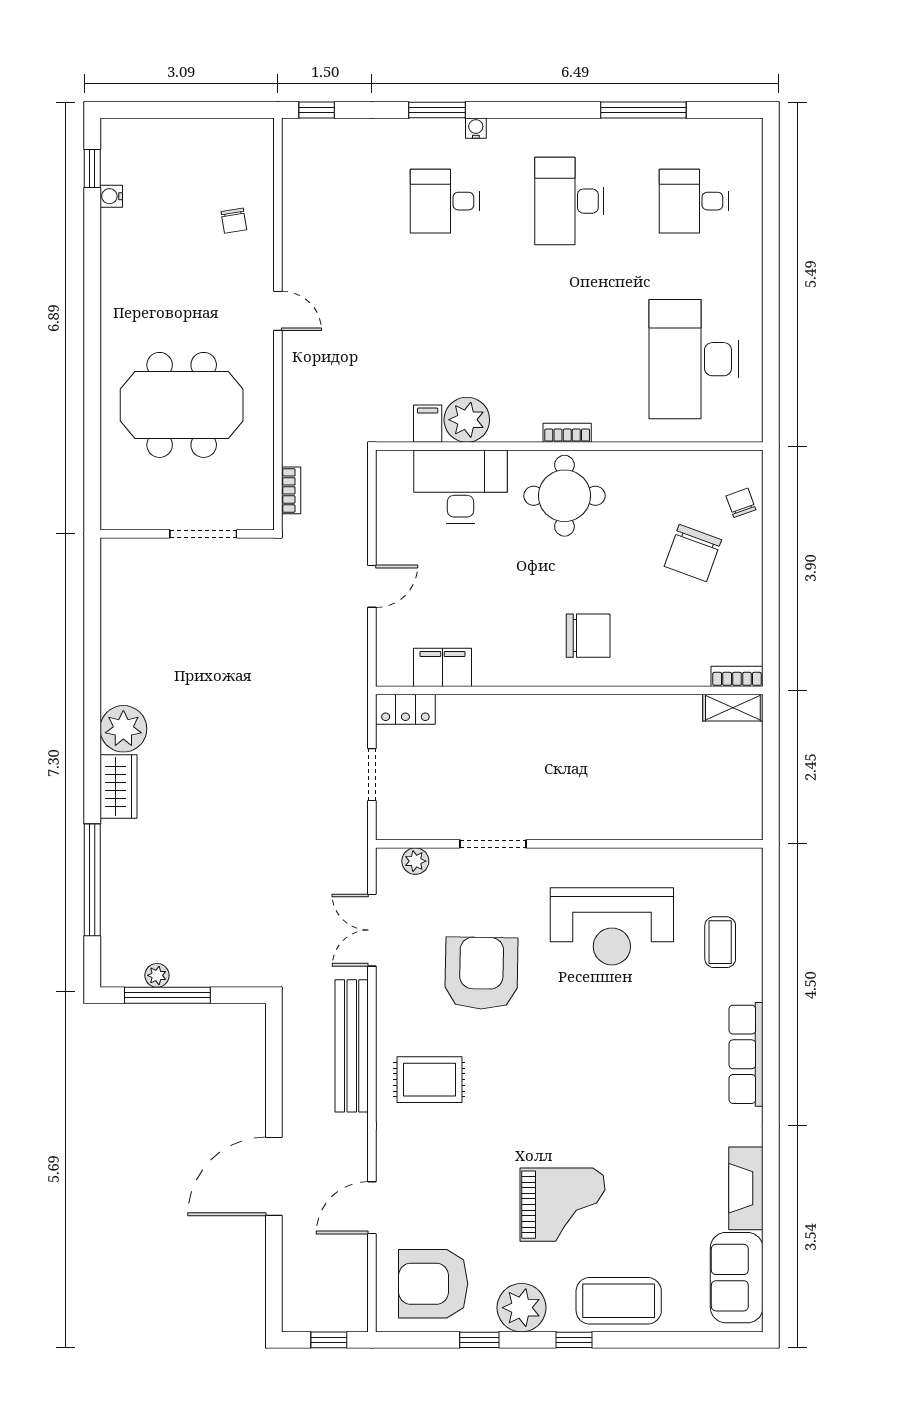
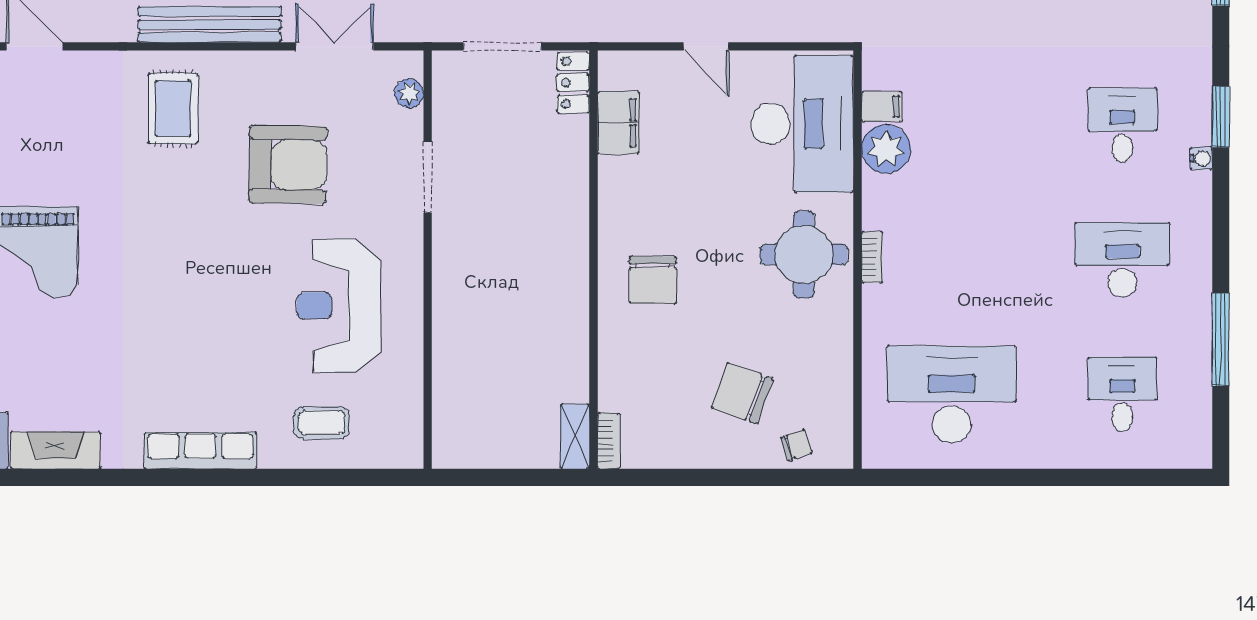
desk: (461, 486) -> (802, 124), width x1.36, depth x1.30
doorway: (372, 775) -> (503, 46), width x1.38

